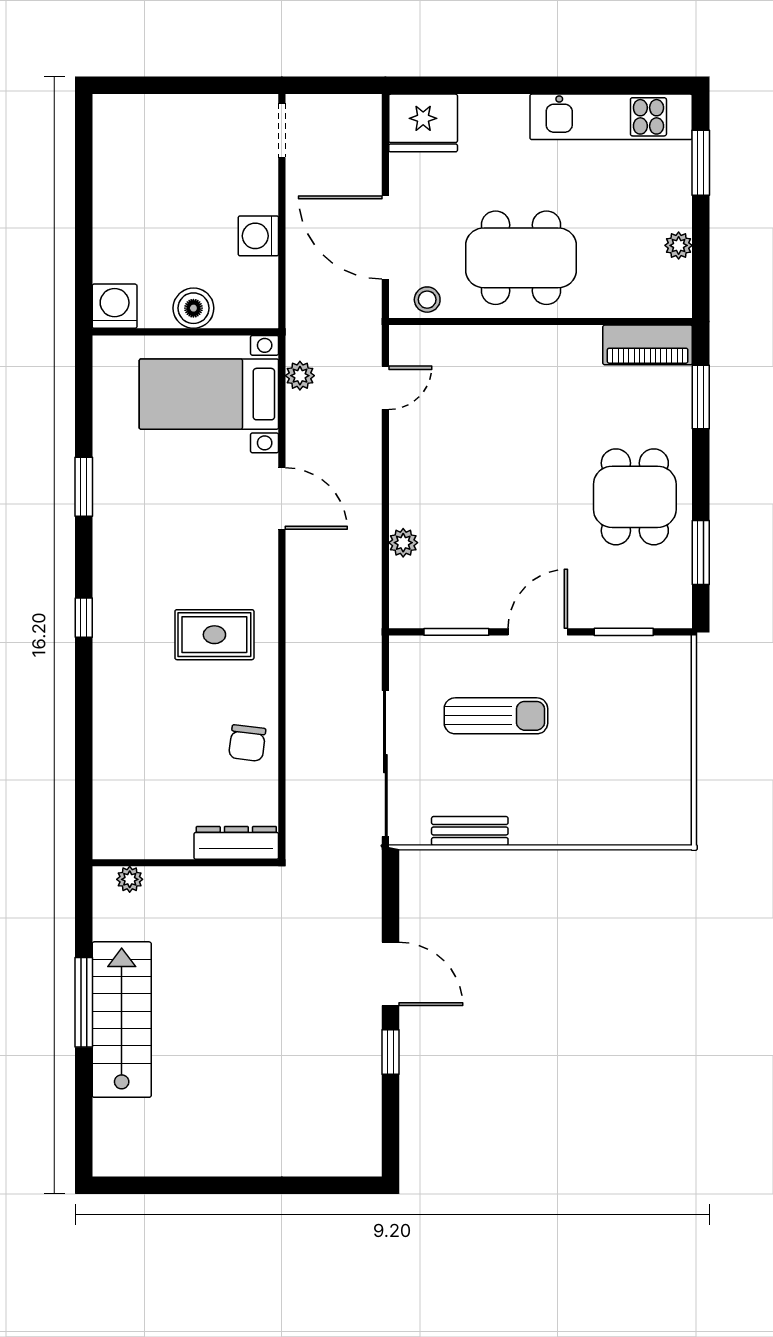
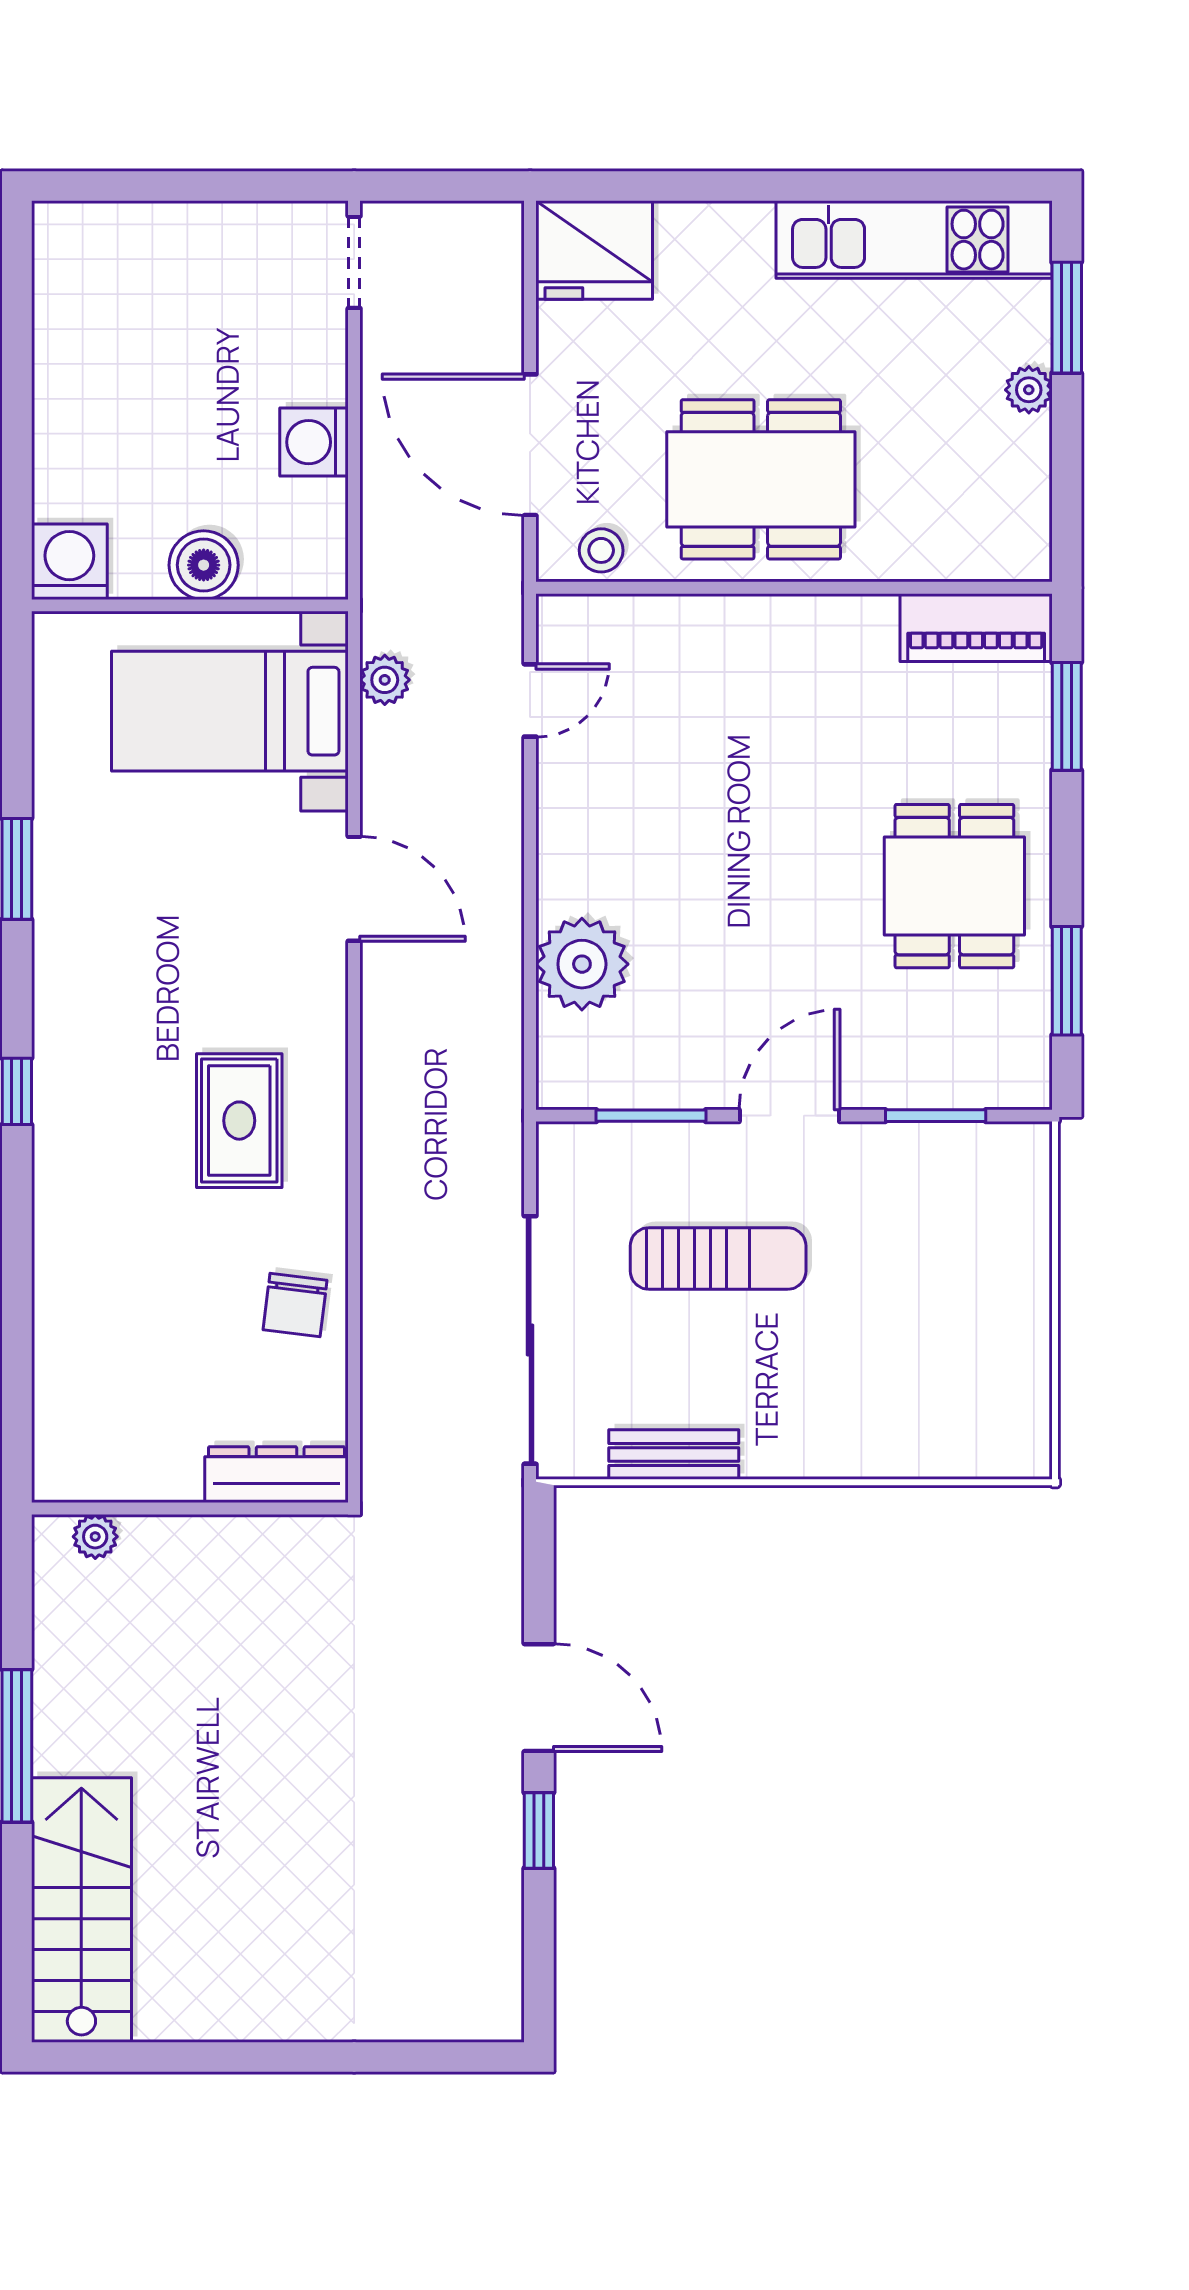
plant: (679, 245) -> (1029, 390), moved
plant: (403, 543) -> (582, 964), width x1.87, depth x1.87
rug: (214, 635) -> (239, 1121), turned 90
stairs: (122, 1020) -> (81, 1910), moved

